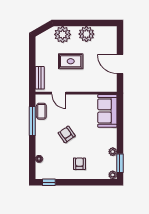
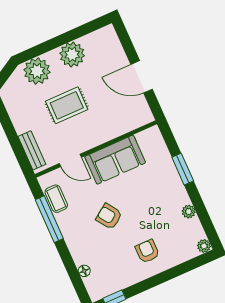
sofa: (107, 111) -> (115, 160), moved, turned -90
window: (120, 163) -> (183, 169), moved

